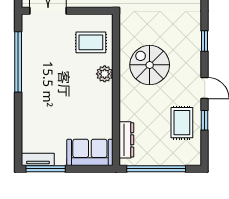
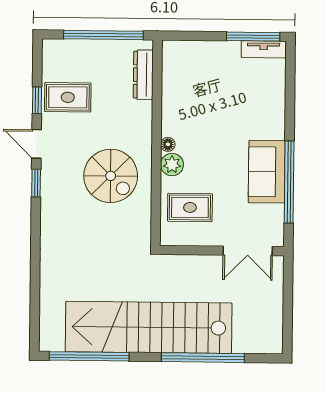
window: (205, 41) -> (36, 183), moved
floor lamp: (108, 89) -> (168, 144), added
rug: (182, 123) -> (68, 97), turned 90
sofa: (90, 152) -> (267, 172), moved, turned 90

